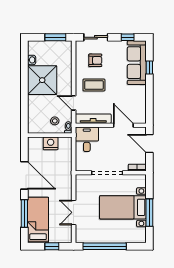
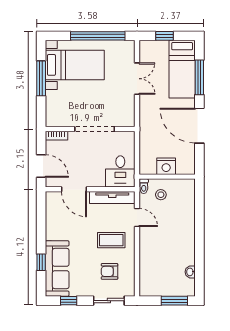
window: (55, 37) -> (174, 301), moved
shower: (42, 80) -> (177, 246), removed
bed with nightstands: (123, 207) -> (75, 65), moved

